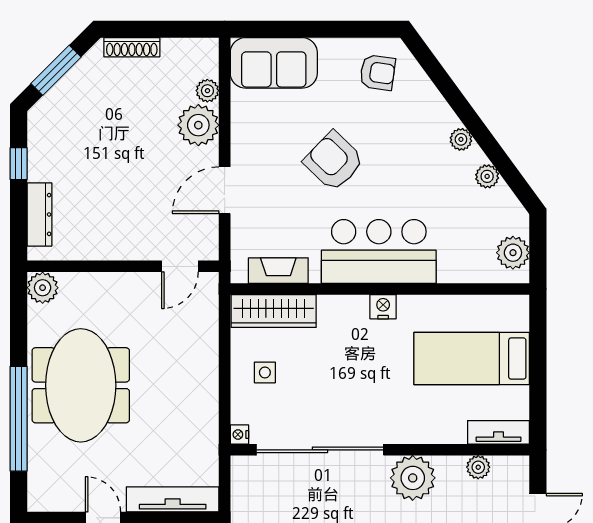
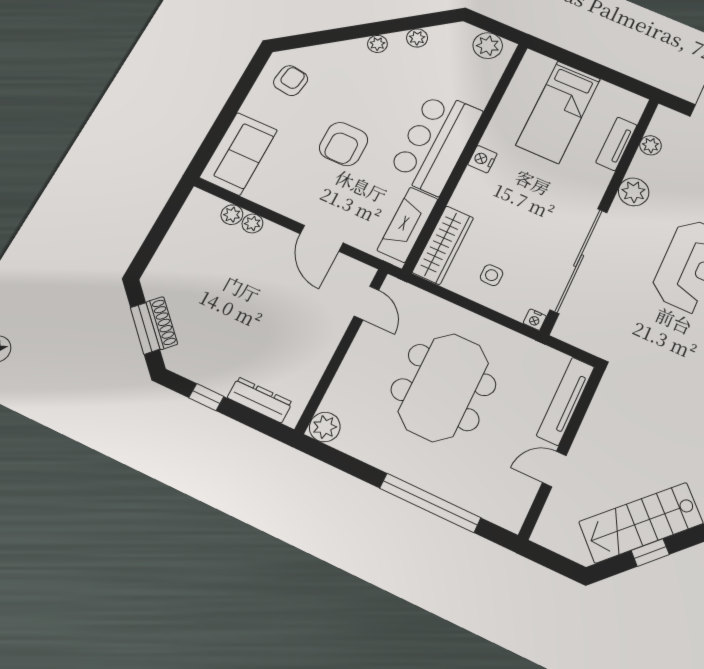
shoe rack: (132, 47) -> (162, 323), moved, turned -45
plant: (198, 125) -> (252, 223), width x0.53, depth x0.53
armchair: (334, 161) -> (344, 144), turned -44
fireplace: (278, 271) -> (408, 225), width x1.37, depth x1.32
meeting table: (81, 385) -> (443, 387), moved, turned 90
tv unit: (499, 432) -> (616, 144), moved
plant: (413, 478) -> (634, 192), width x0.73, depth x0.73

